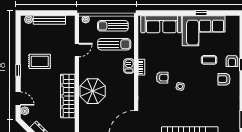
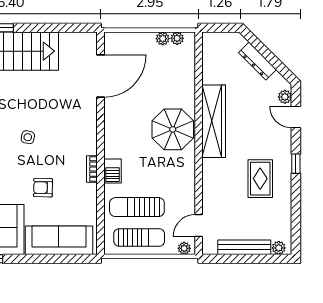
door: (77, 50) -> (199, 226), moved
rug: (40, 61) -> (260, 179), turned 90
armchair: (162, 78) -> (43, 188), moved

